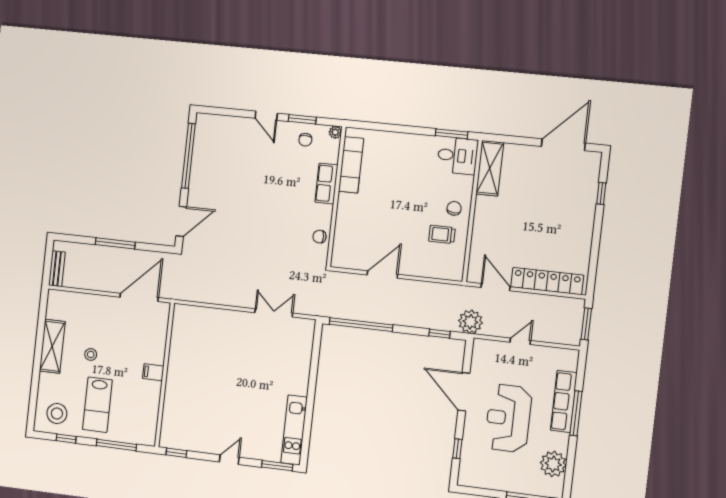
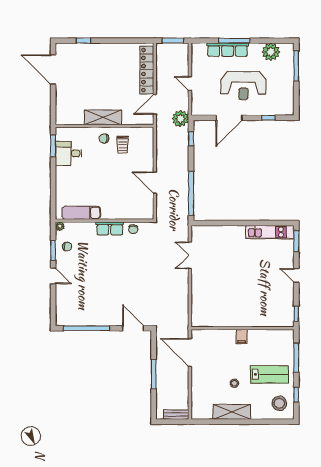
door: (266, 116) -> (53, 276), hinge flipped
desk: (457, 156) -> (69, 153), moved, turned -90
shelving: (490, 168) -> (103, 117), moved
row of seats: (327, 184) -> (110, 228), moved

